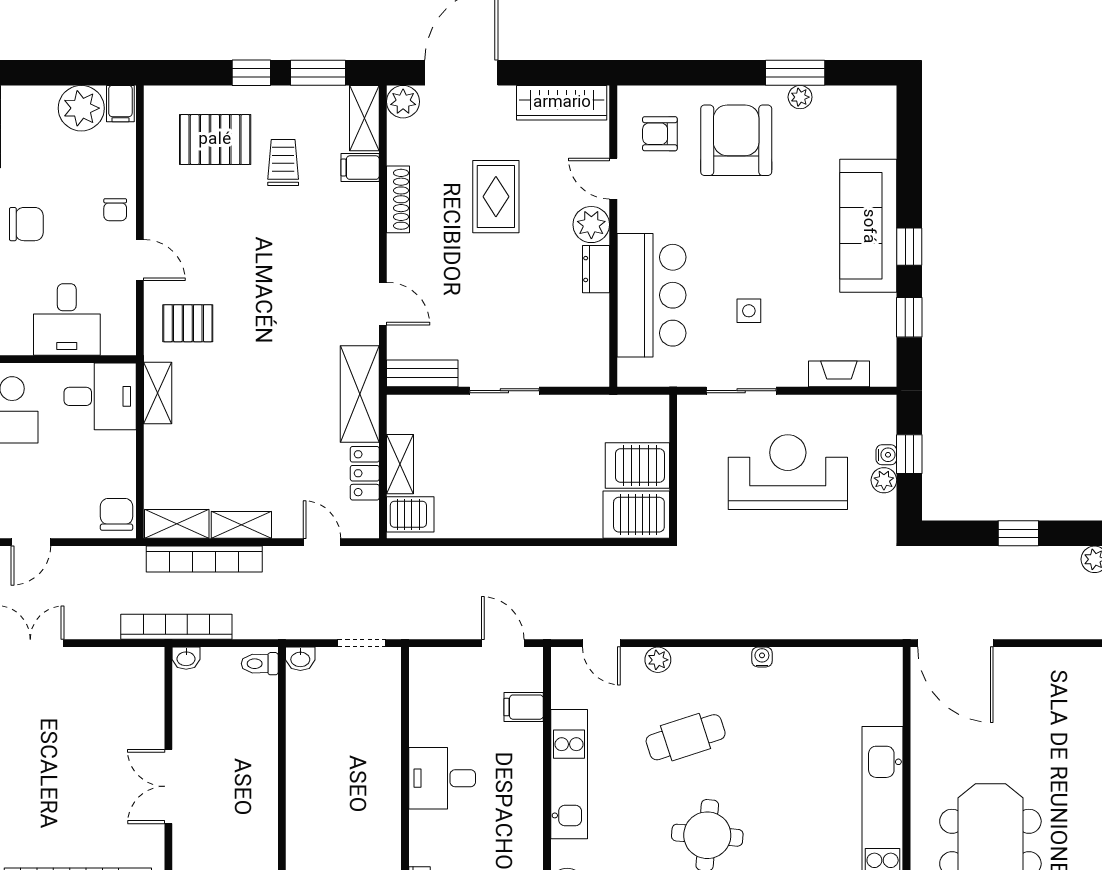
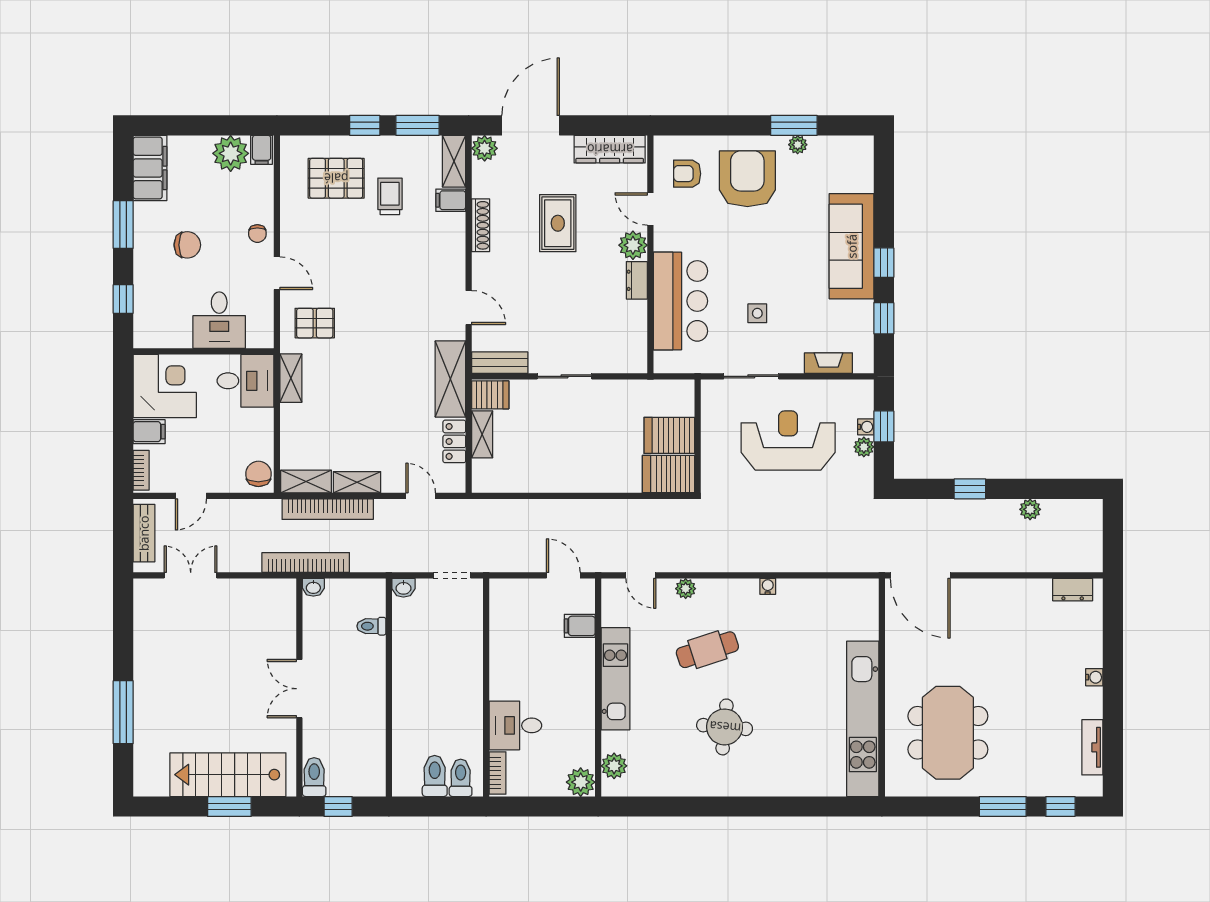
server rack: (410, 514) -> (490, 395), moved
toilet: (260, 664) -> (371, 626), moved
desk: (442, 778) -> (515, 725), moved

